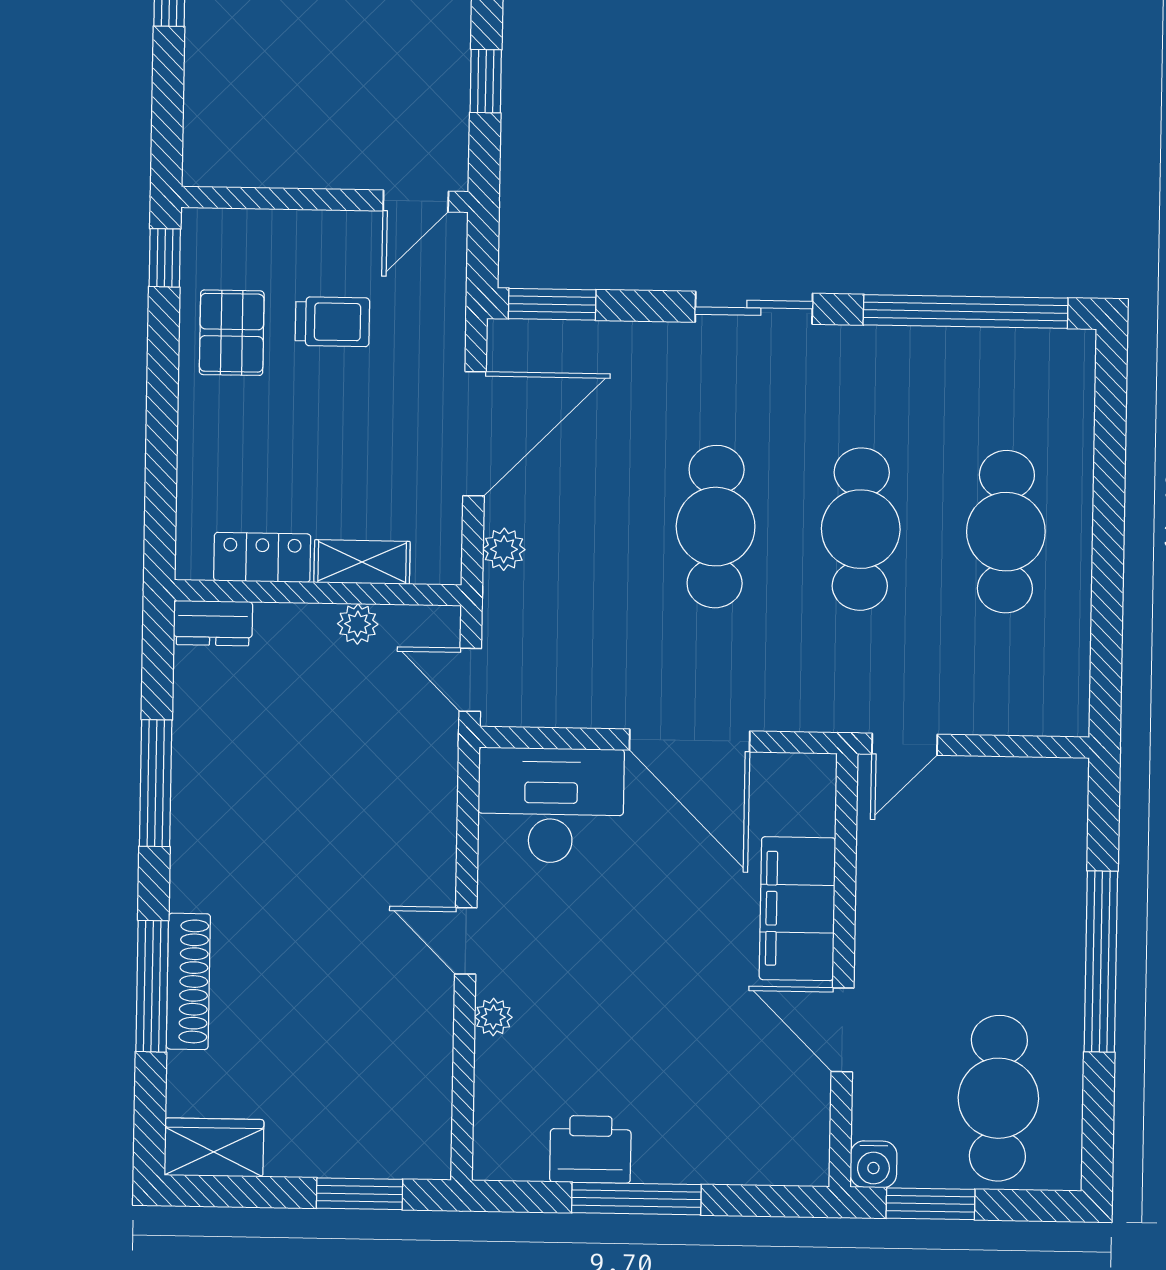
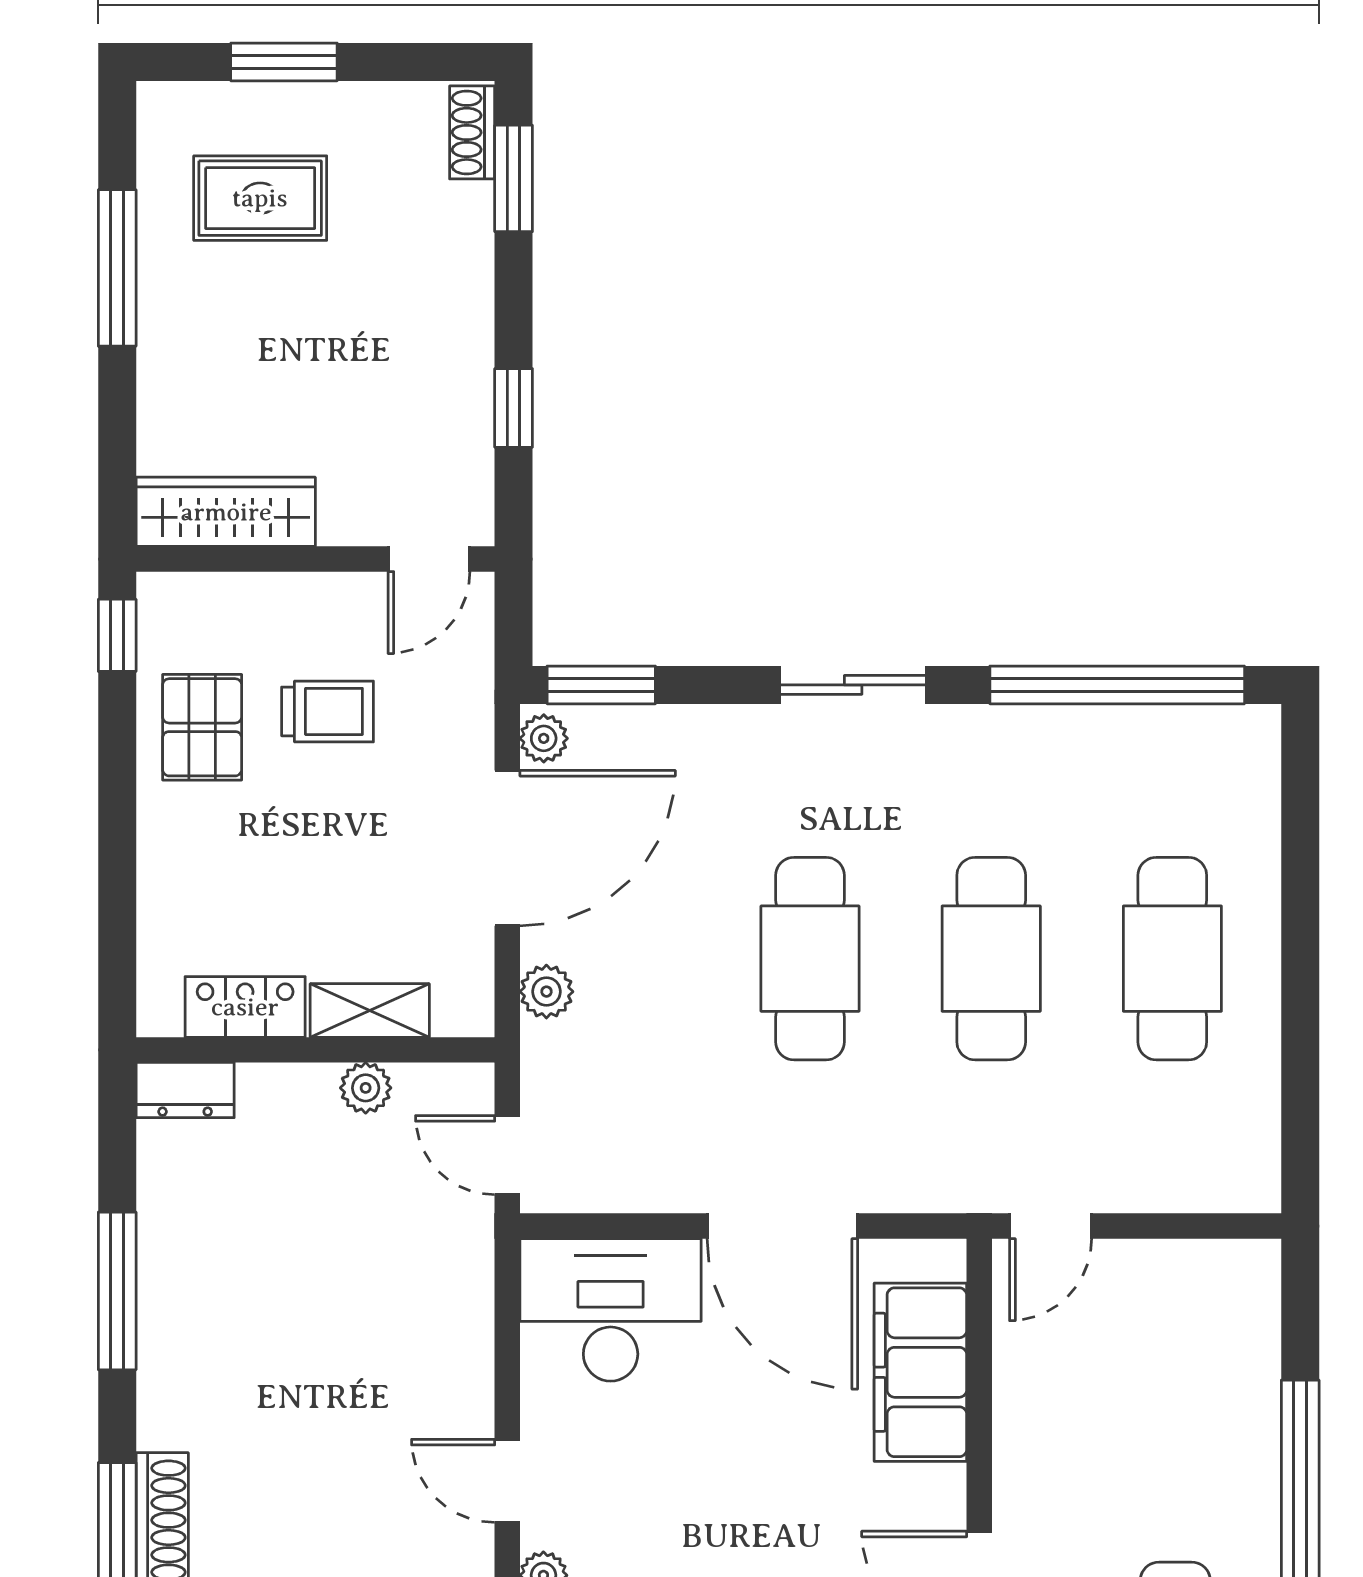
wardrobe: (254, 160) -> (226, 512), added
plant: (505, 346) -> (544, 738), added
filing cabinet: (797, 909) -> (920, 1372), moved

